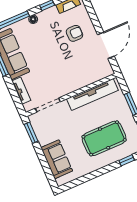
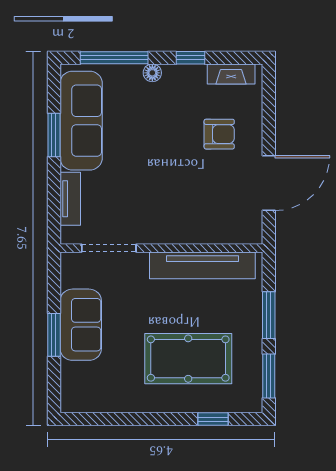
window: (31, 133) -> (54, 335), moved
sofa: (57, 159) -> (81, 325), moved

